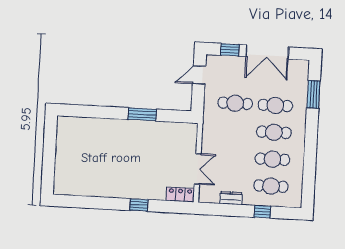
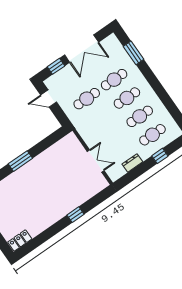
door: (199, 75) -> (49, 99), hinge flipped
window: (142, 114) -> (20, 161), moved
locker: (180, 195) -> (20, 240), moved

